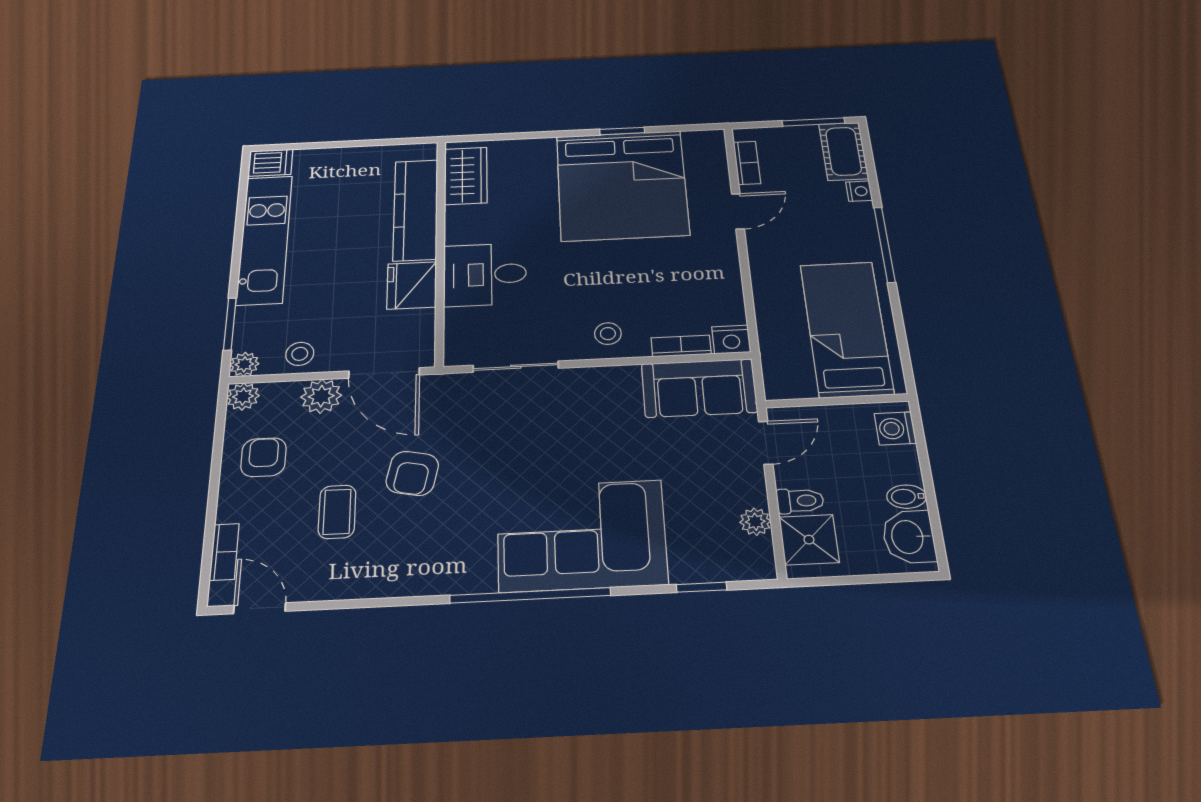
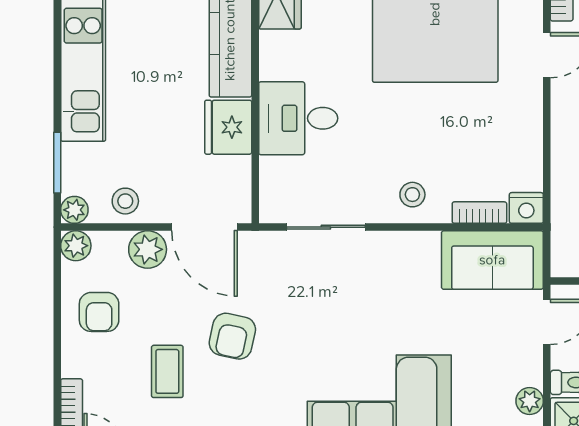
armchair: (263, 457) -> (99, 312), turned 180

